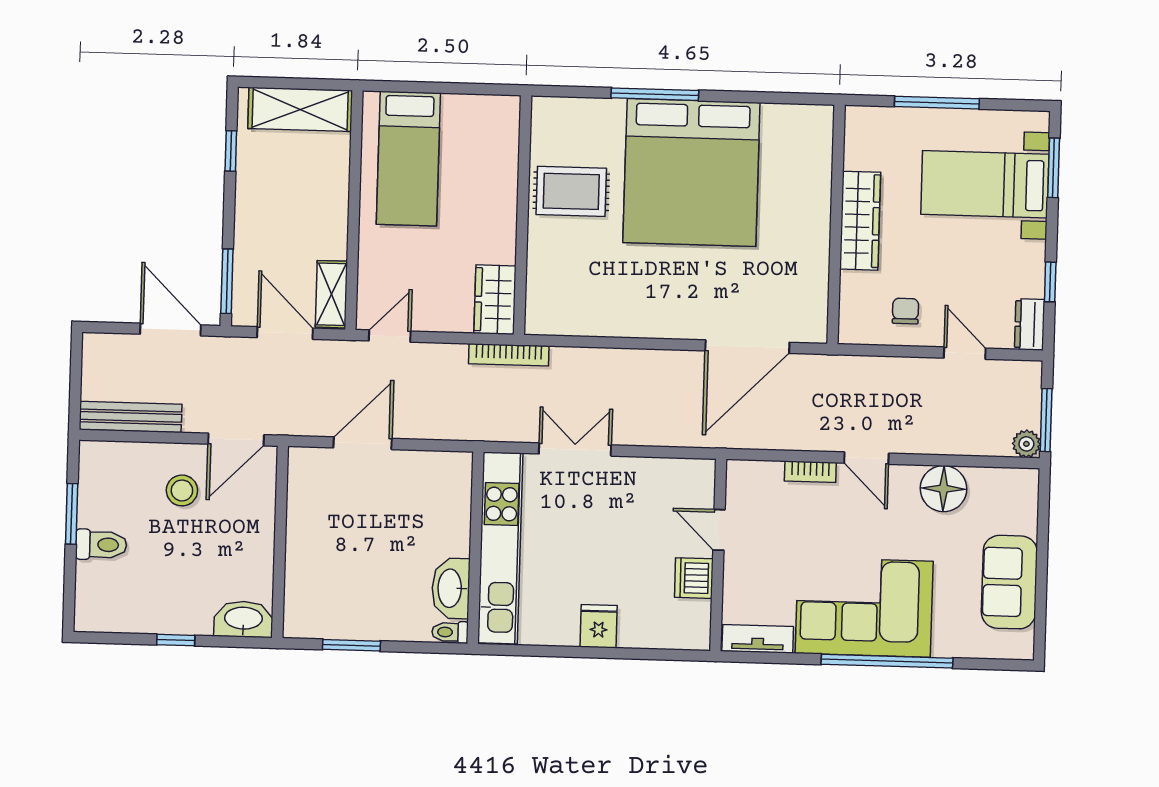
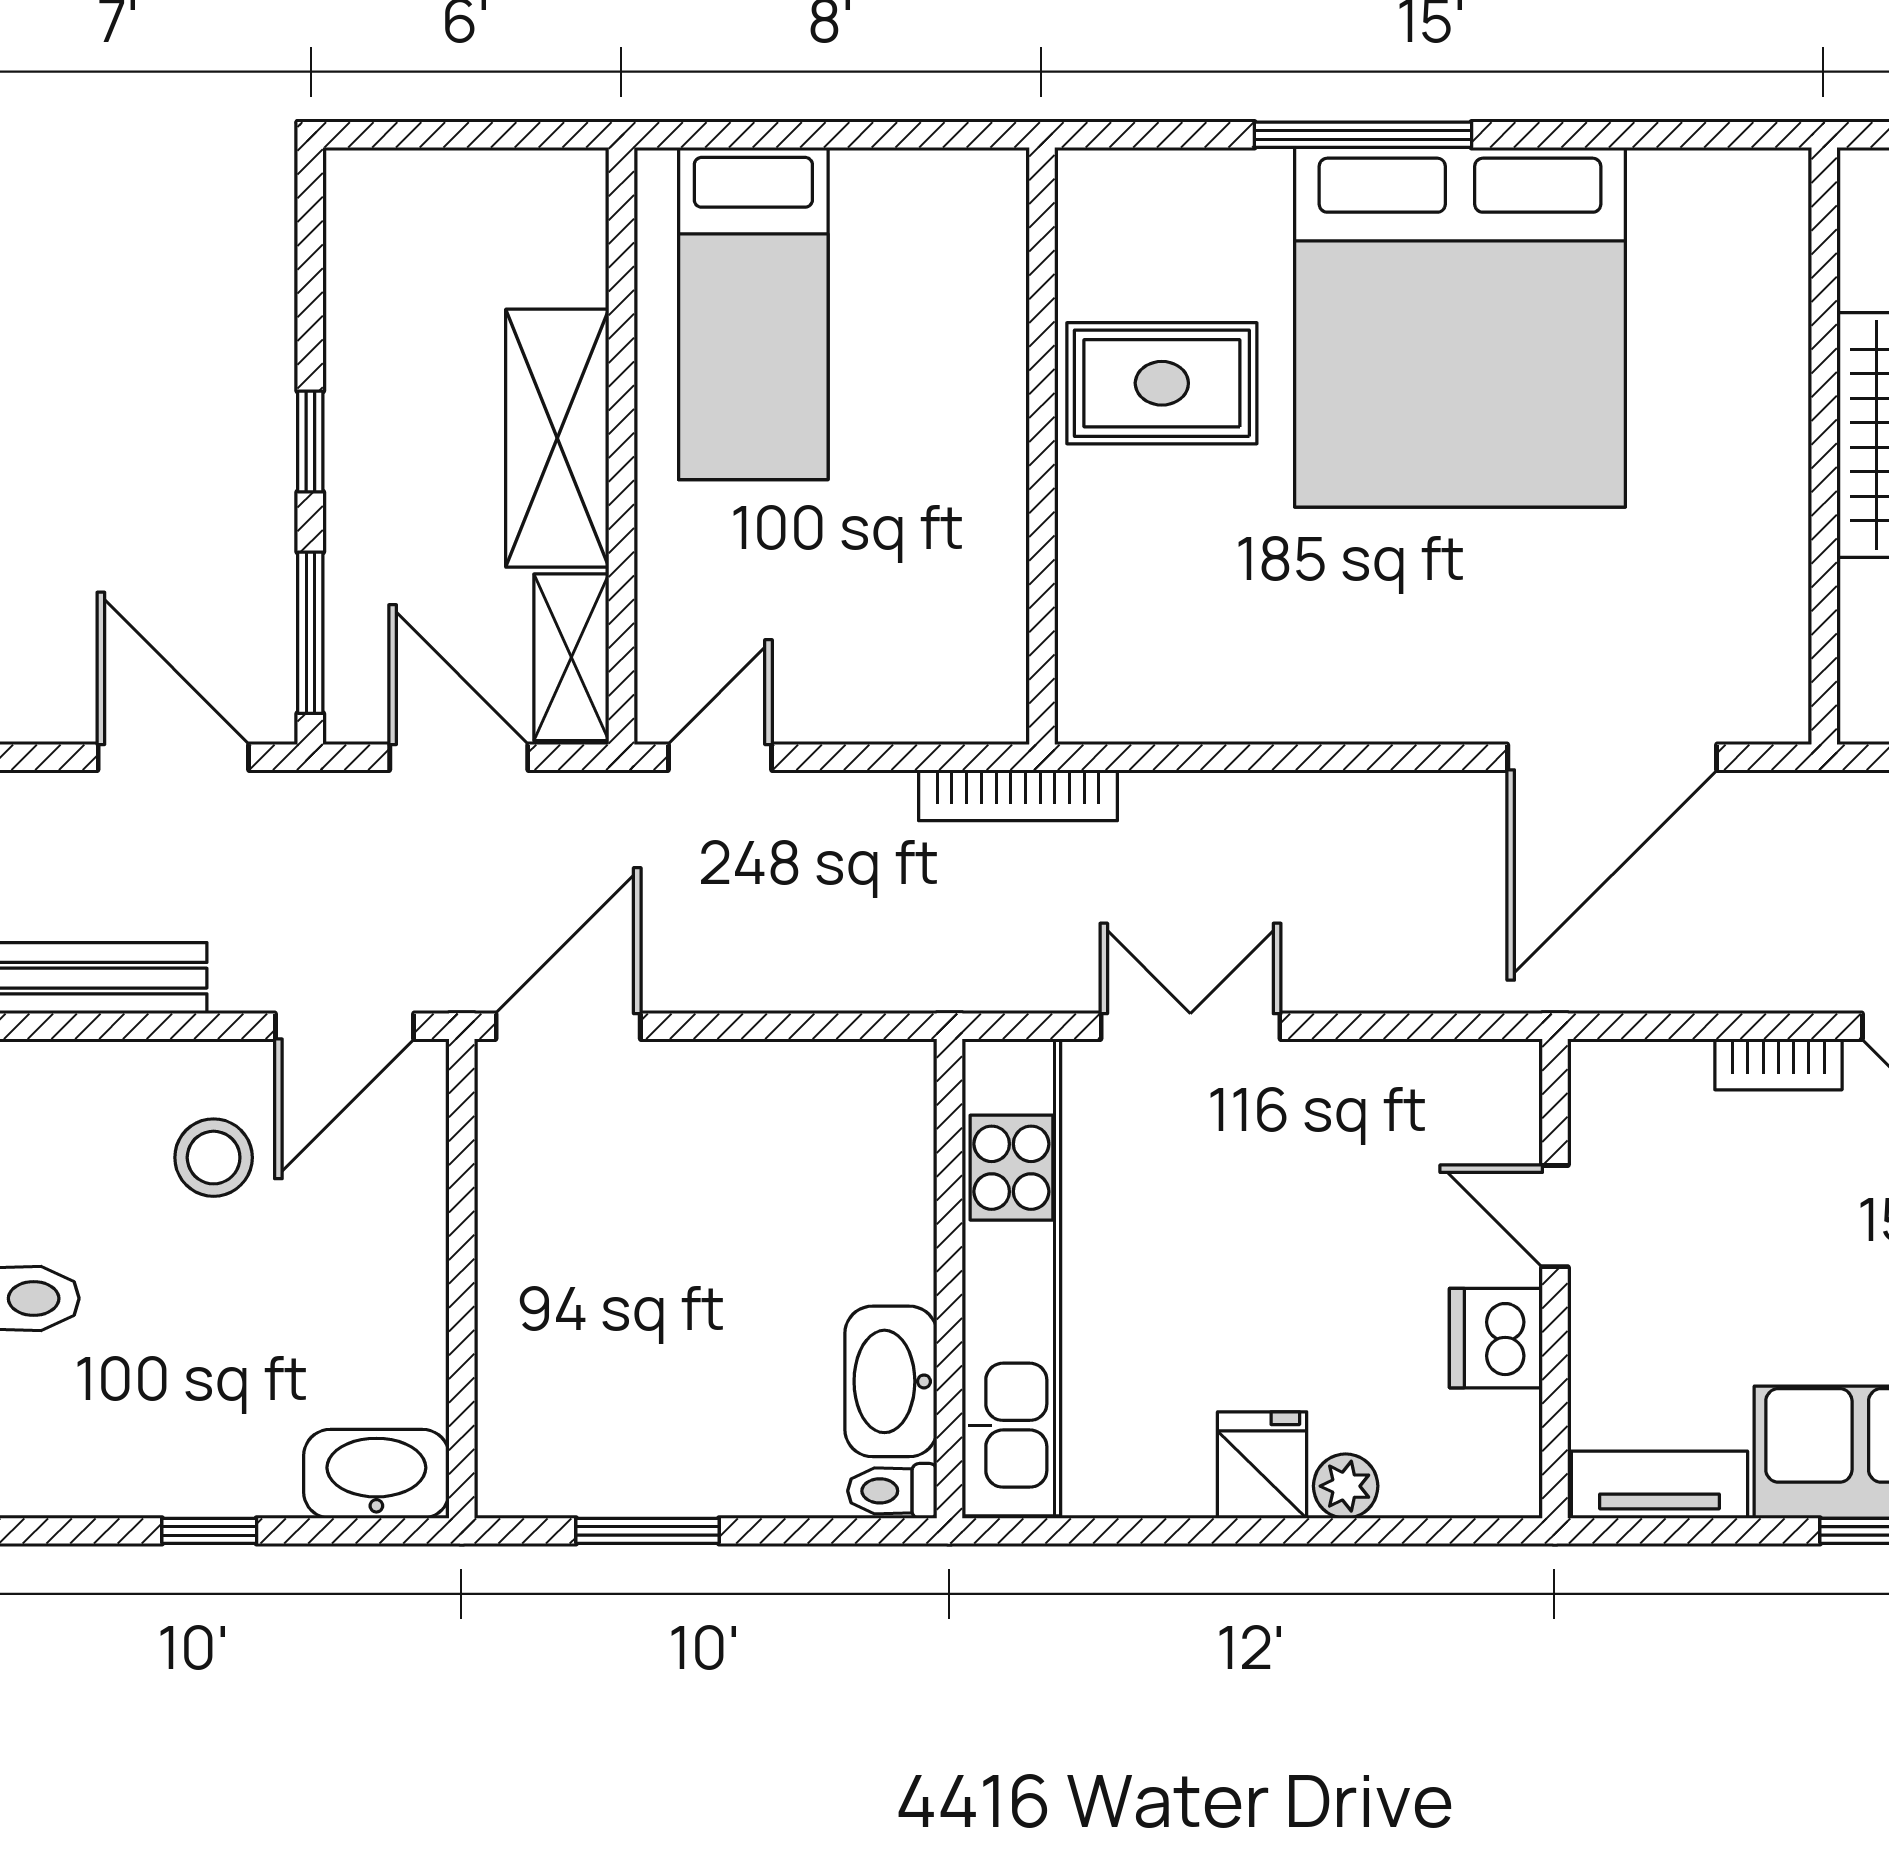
shelving: (300, 109) -> (557, 438), moved, turned 90
window: (231, 151) -> (310, 441), moved
wardrobe: (495, 300) -> (980, 659), removed
door: (363, 443) -> (568, 1026), moved
plant: (632, 636) -> (1346, 1486), added

